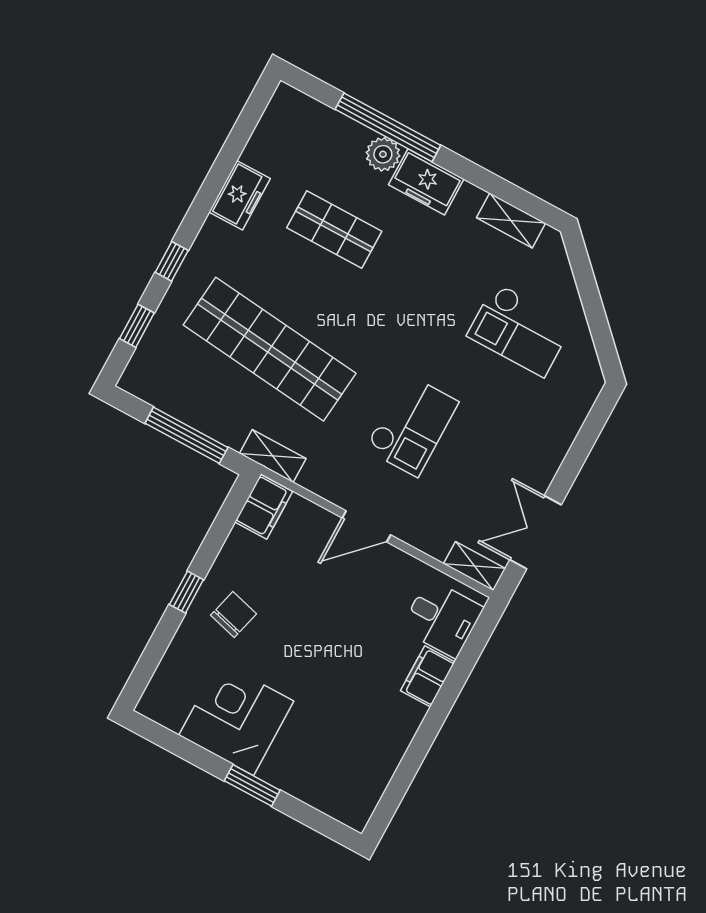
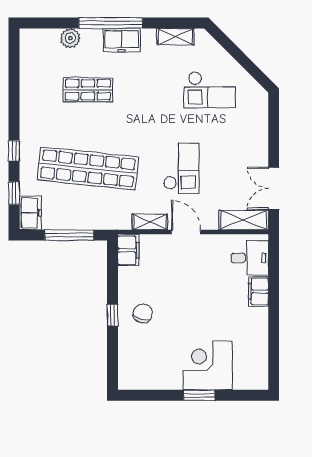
window: (388, 127) -> (111, 23), moved
plant: (383, 154) -> (70, 38), moved
freezer: (240, 195) -> (30, 213), moved
shelving: (273, 456) -> (150, 222), moved
door: (366, 526) -> (186, 232), swing flipped
shelving: (474, 566) -> (244, 220), width x1.50, depth x1.33
corner desk: (236, 718) -> (208, 365), moved

